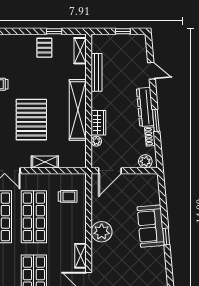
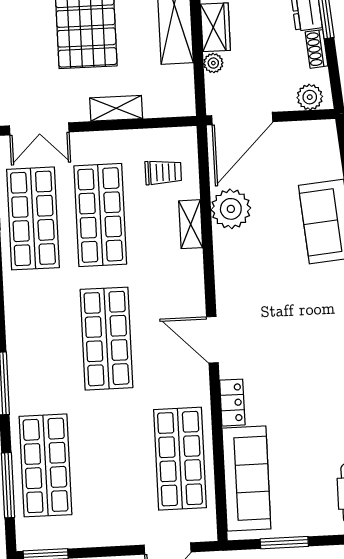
door: (110, 171) -> (242, 119), width x1.36
plant: (102, 232) -> (231, 209), moved
shelving: (80, 256) -> (191, 224), moved

